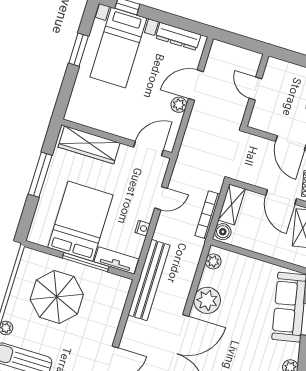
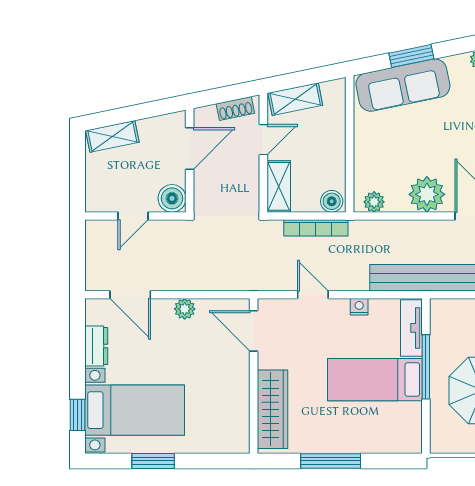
dresser: (178, 36) -> (96, 346), width x0.70
door: (196, 85) -> (130, 295), moved
boiler: (260, 120) -> (172, 198), added
door: (281, 197) -> (263, 140), width x0.73
shelving: (232, 205) -> (279, 186), moved, turned 90
bed: (80, 221) -> (375, 380), width x0.67

